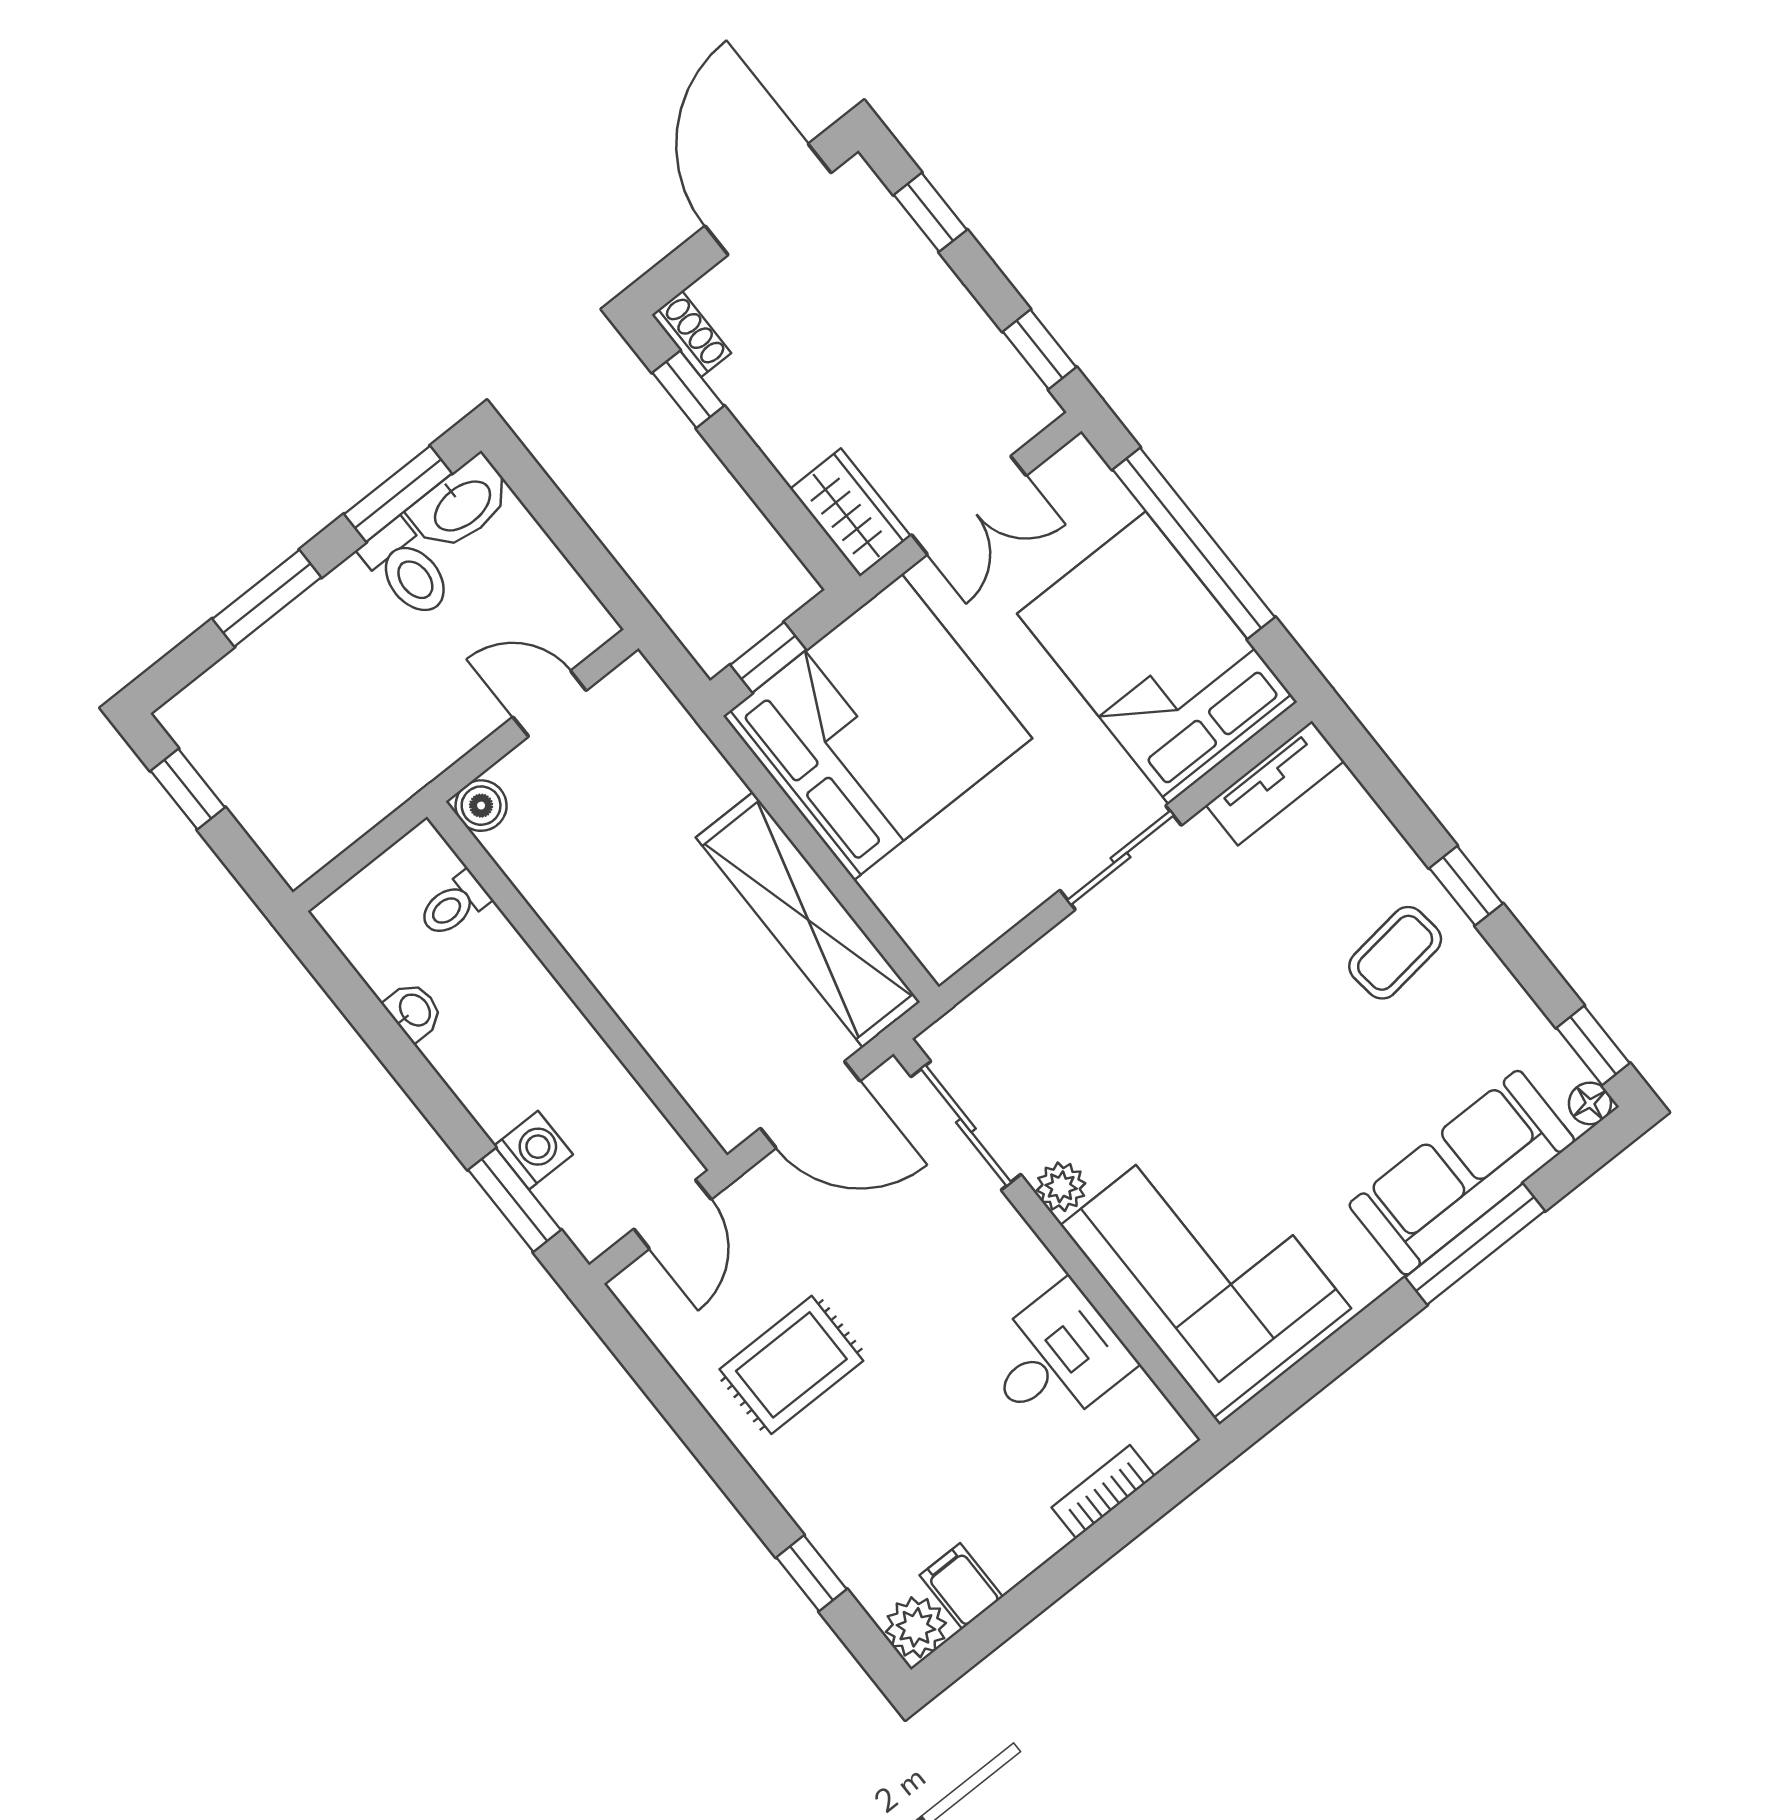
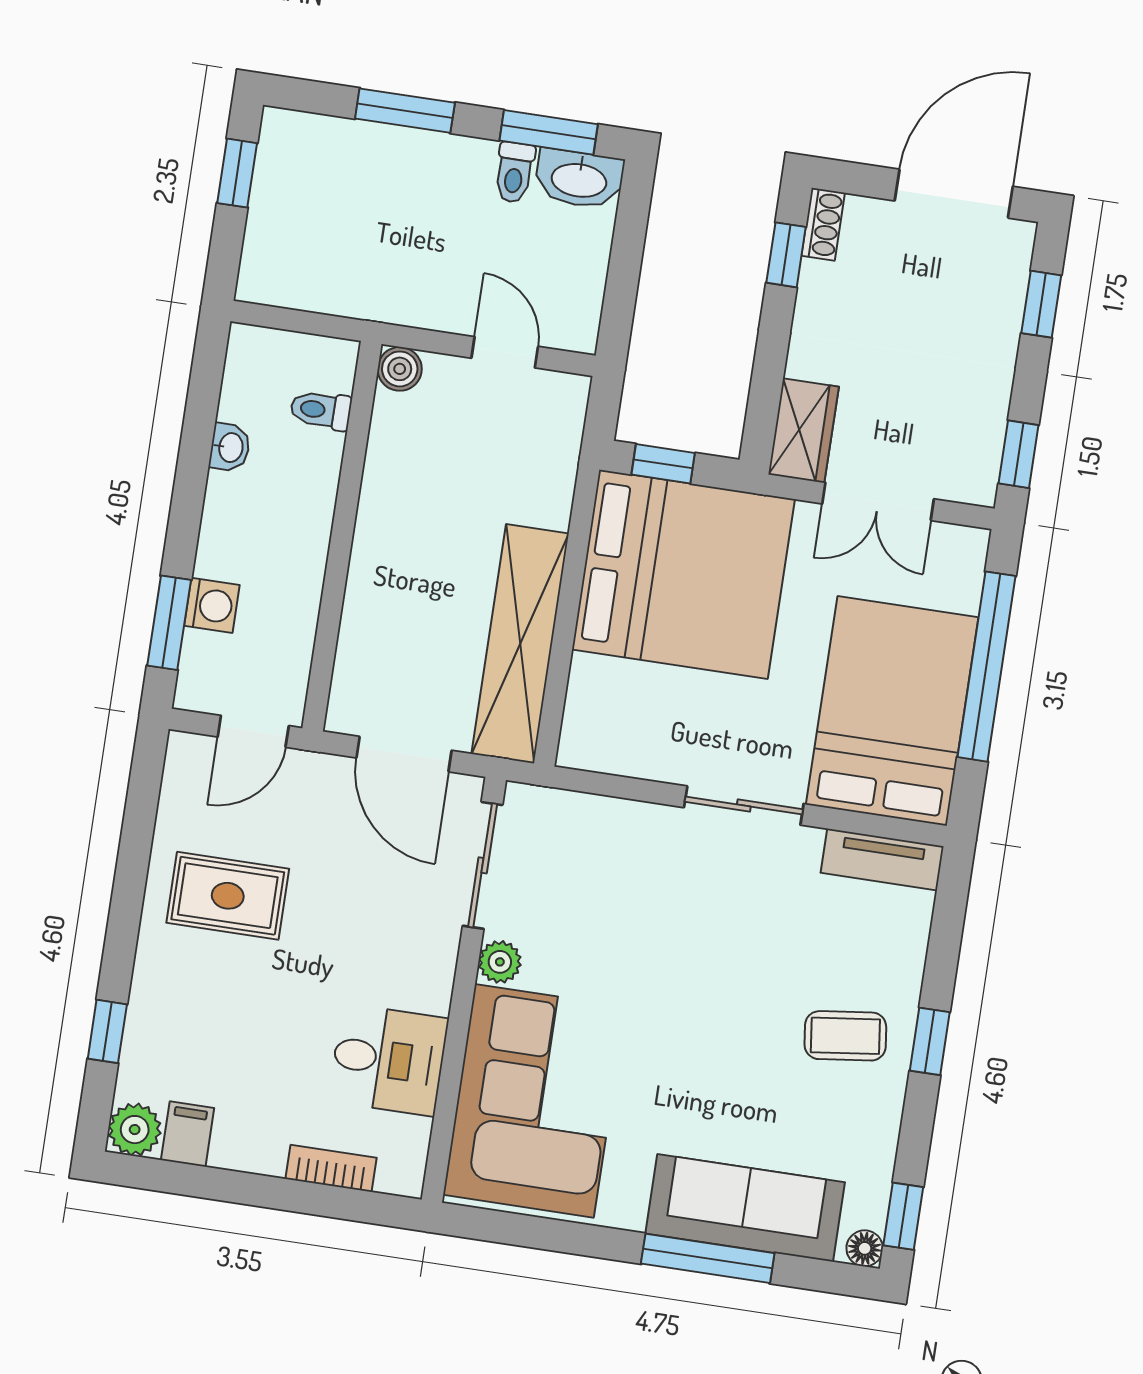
toilet: (407, 569) -> (514, 172), width x0.73, depth x0.72

